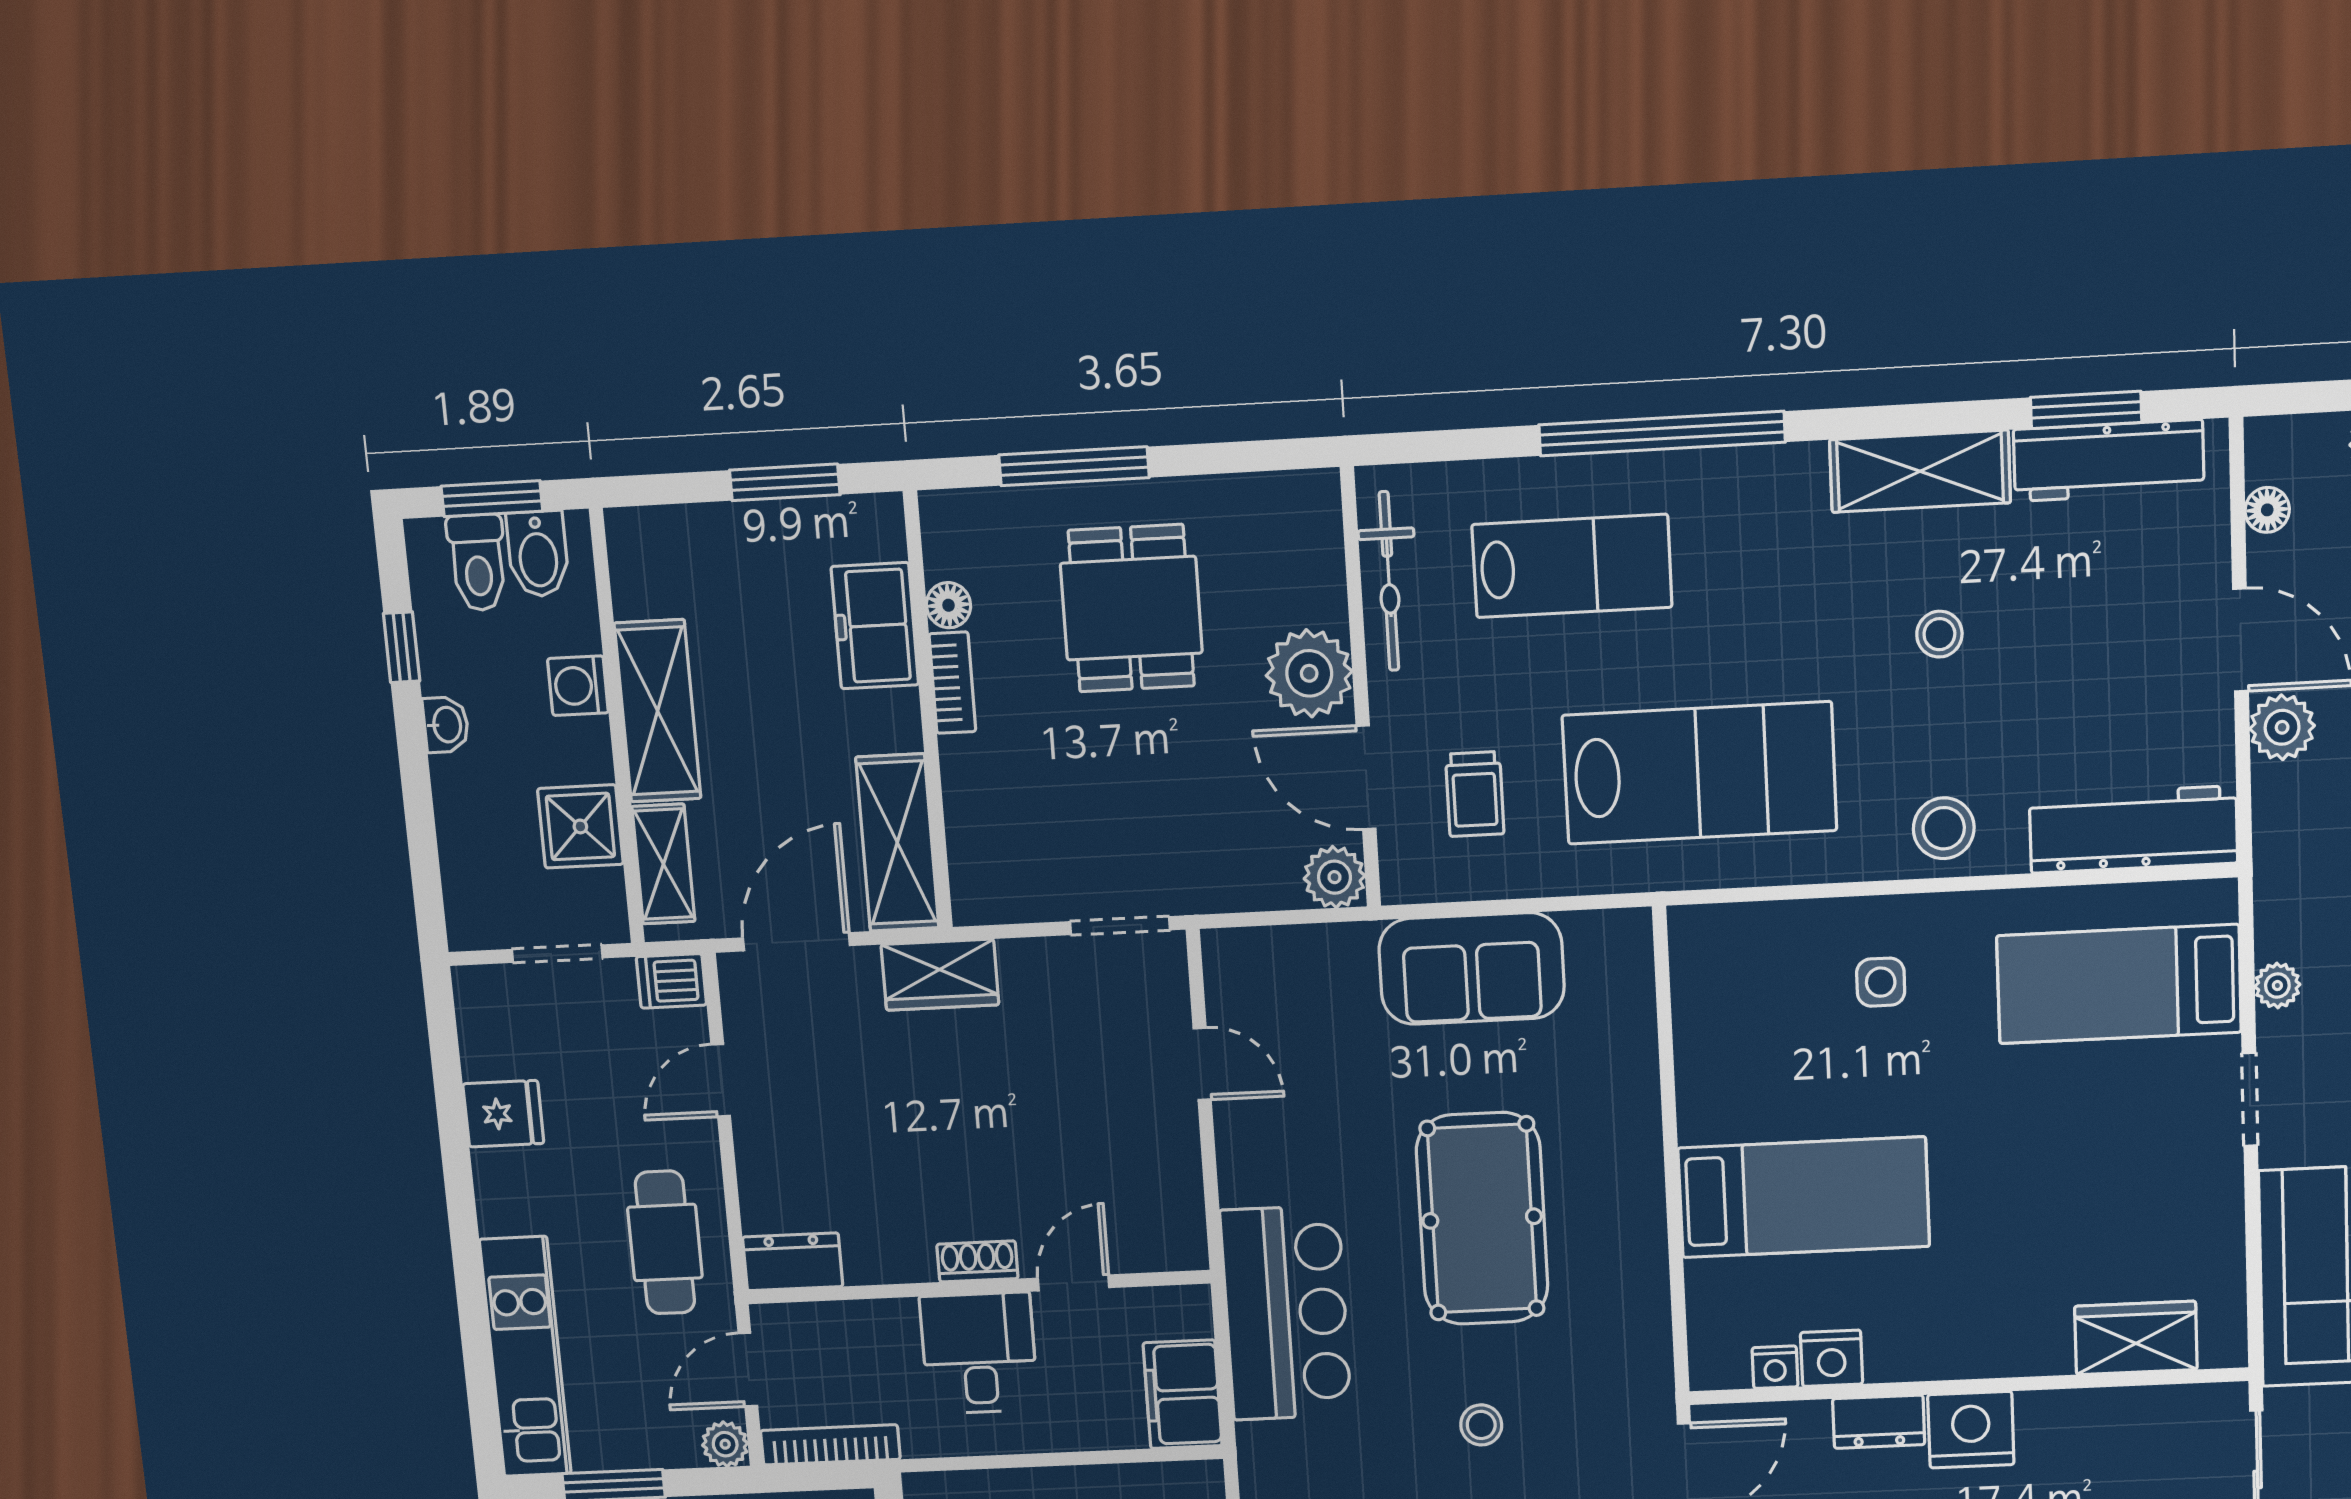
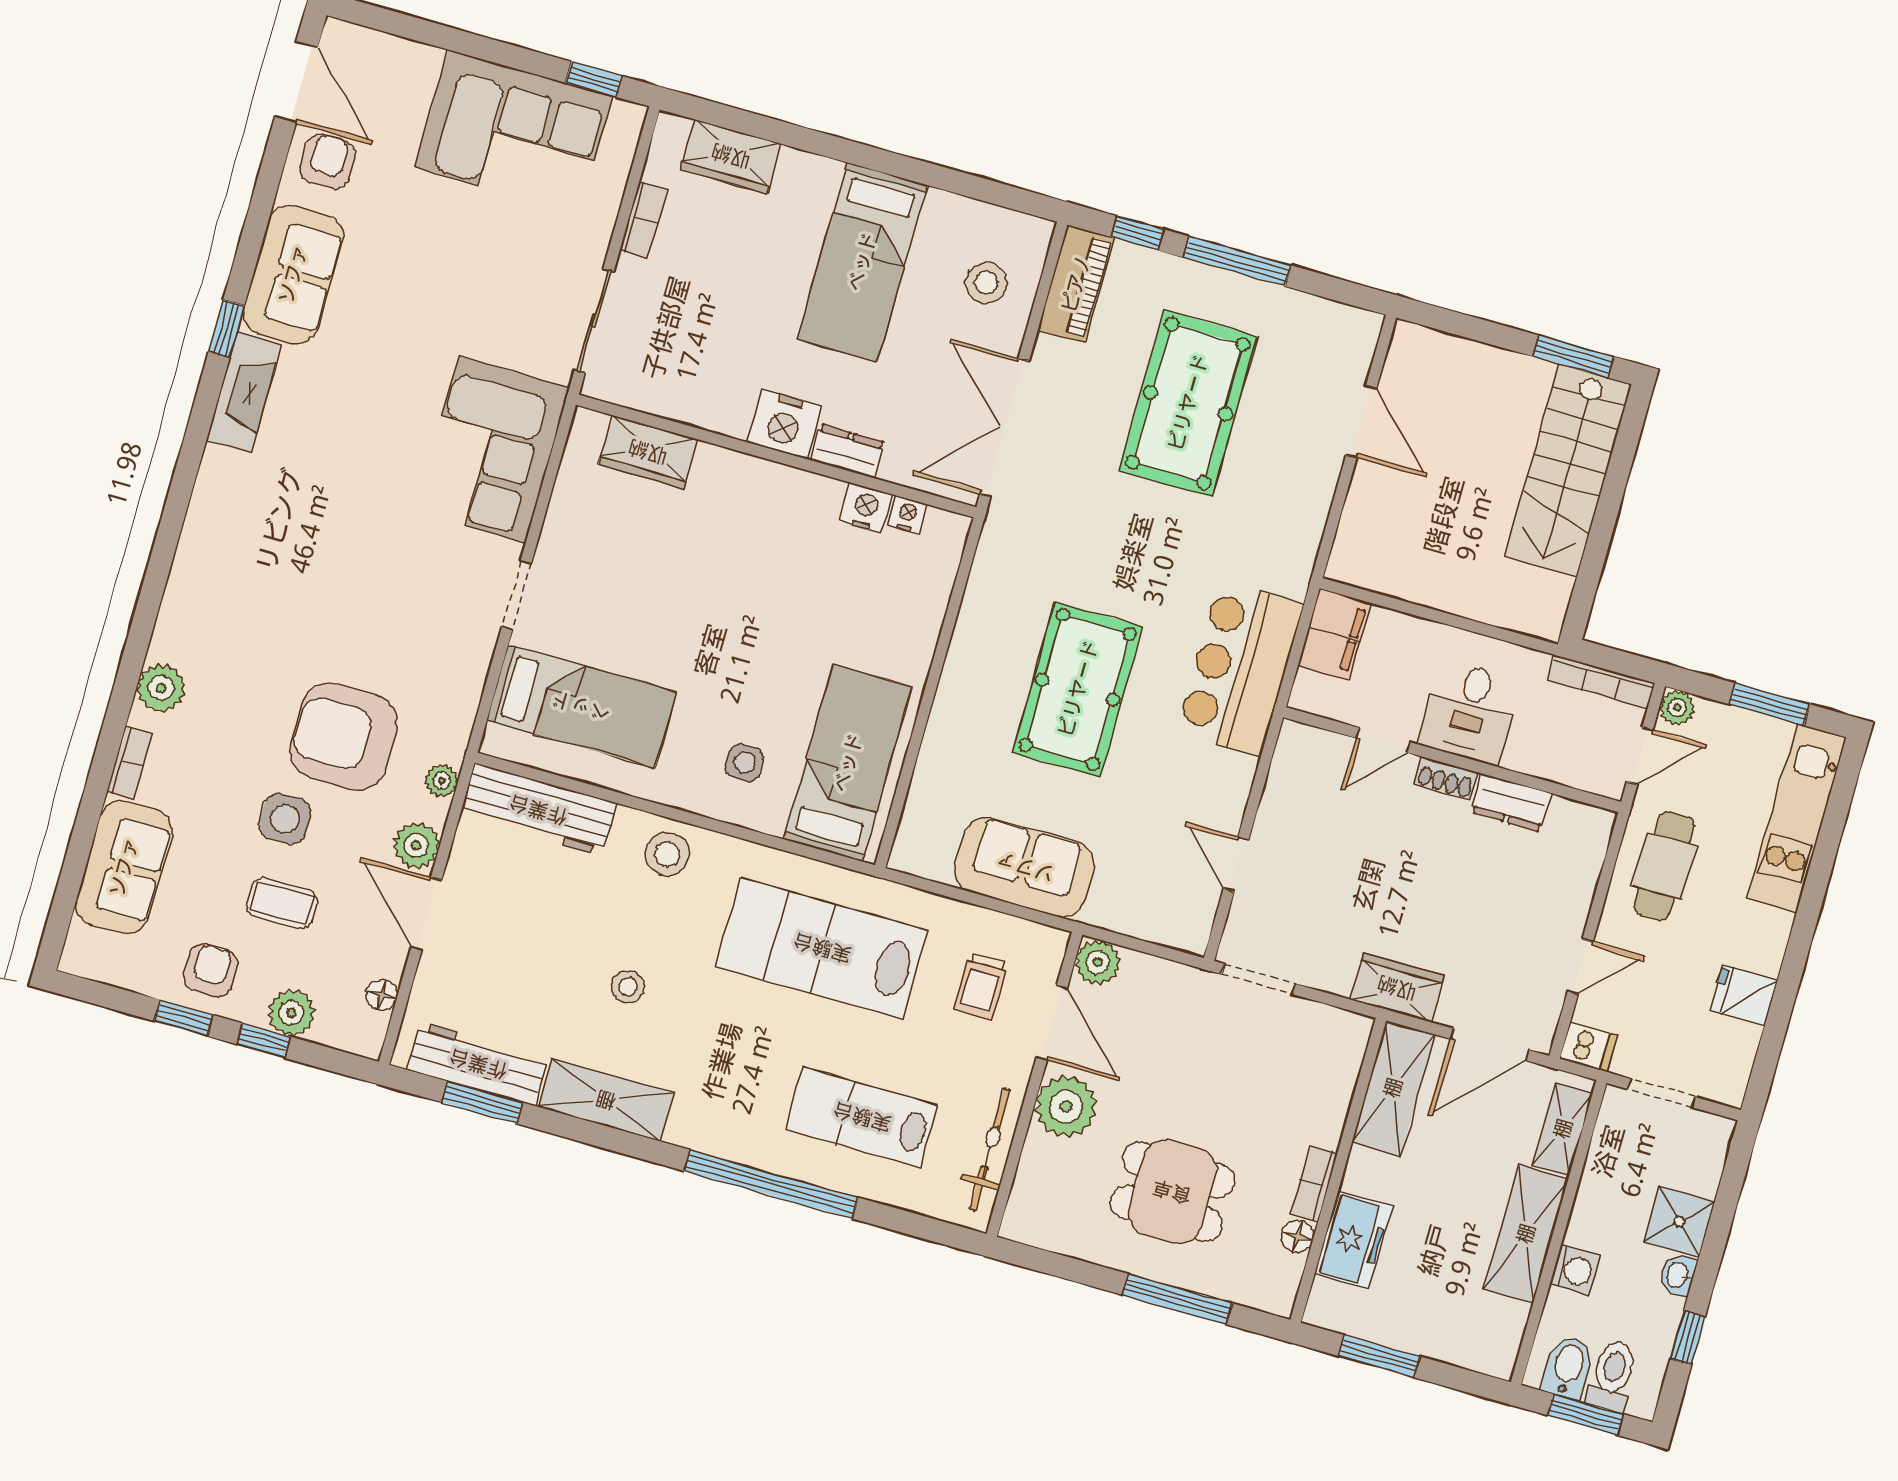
dining table: (1131, 608) -> (1172, 1192), turned 90
trolley: (1475, 794) -> (981, 986), turned 180
shower: (580, 826) -> (1679, 1222), moved
plant: (2277, 986) -> (442, 781), moved
bed: (1804, 1197) -> (848, 763), moved, turned 90
dresser: (793, 1262) -> (1511, 803), moved
stool: (1481, 1425) -> (1129, 542), removed

